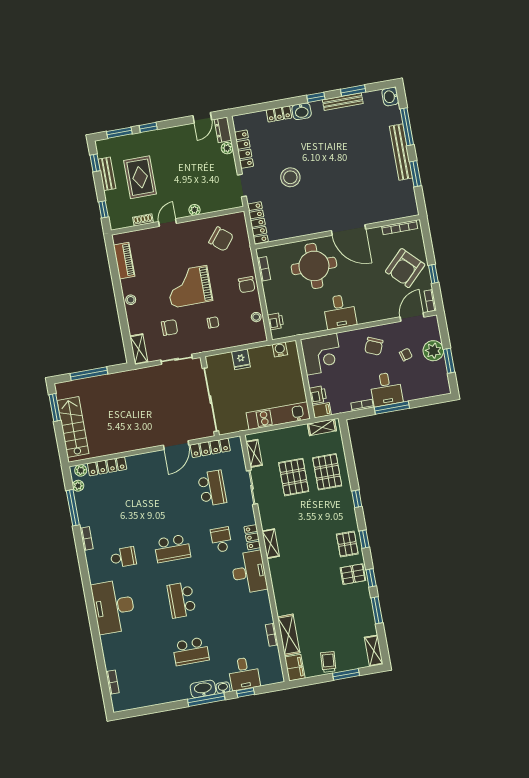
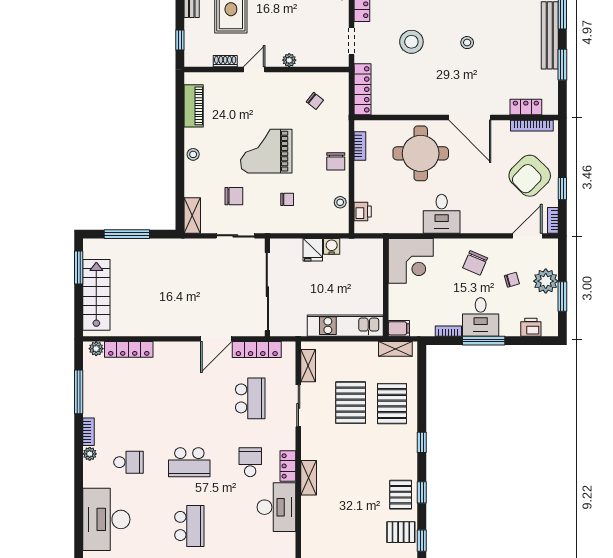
stool: (335, 170) -> (467, 43), added
locker: (392, 213) -> (526, 107), added
chair: (221, 239) -> (315, 101), width x0.54, depth x0.54
water cooler: (280, 350) -> (332, 246), moved
printer: (318, 395) -> (531, 327), moved, turned -90
plant: (78, 486) -> (90, 454), moved
school desk: (182, 600) -> (189, 526), turned 180

